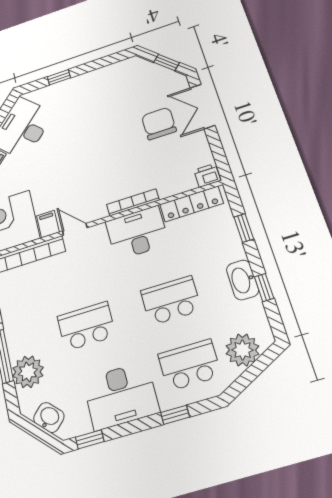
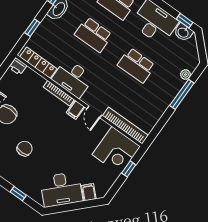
chair: (102, 117) -> (25, 149), added
filing cabinet: (48, 224) -> (76, 110), moved
plant: (28, 372) -> (185, 75), width x0.53, depth x0.53
washbasin: (49, 417) -> (183, 32), moved, turned -45

